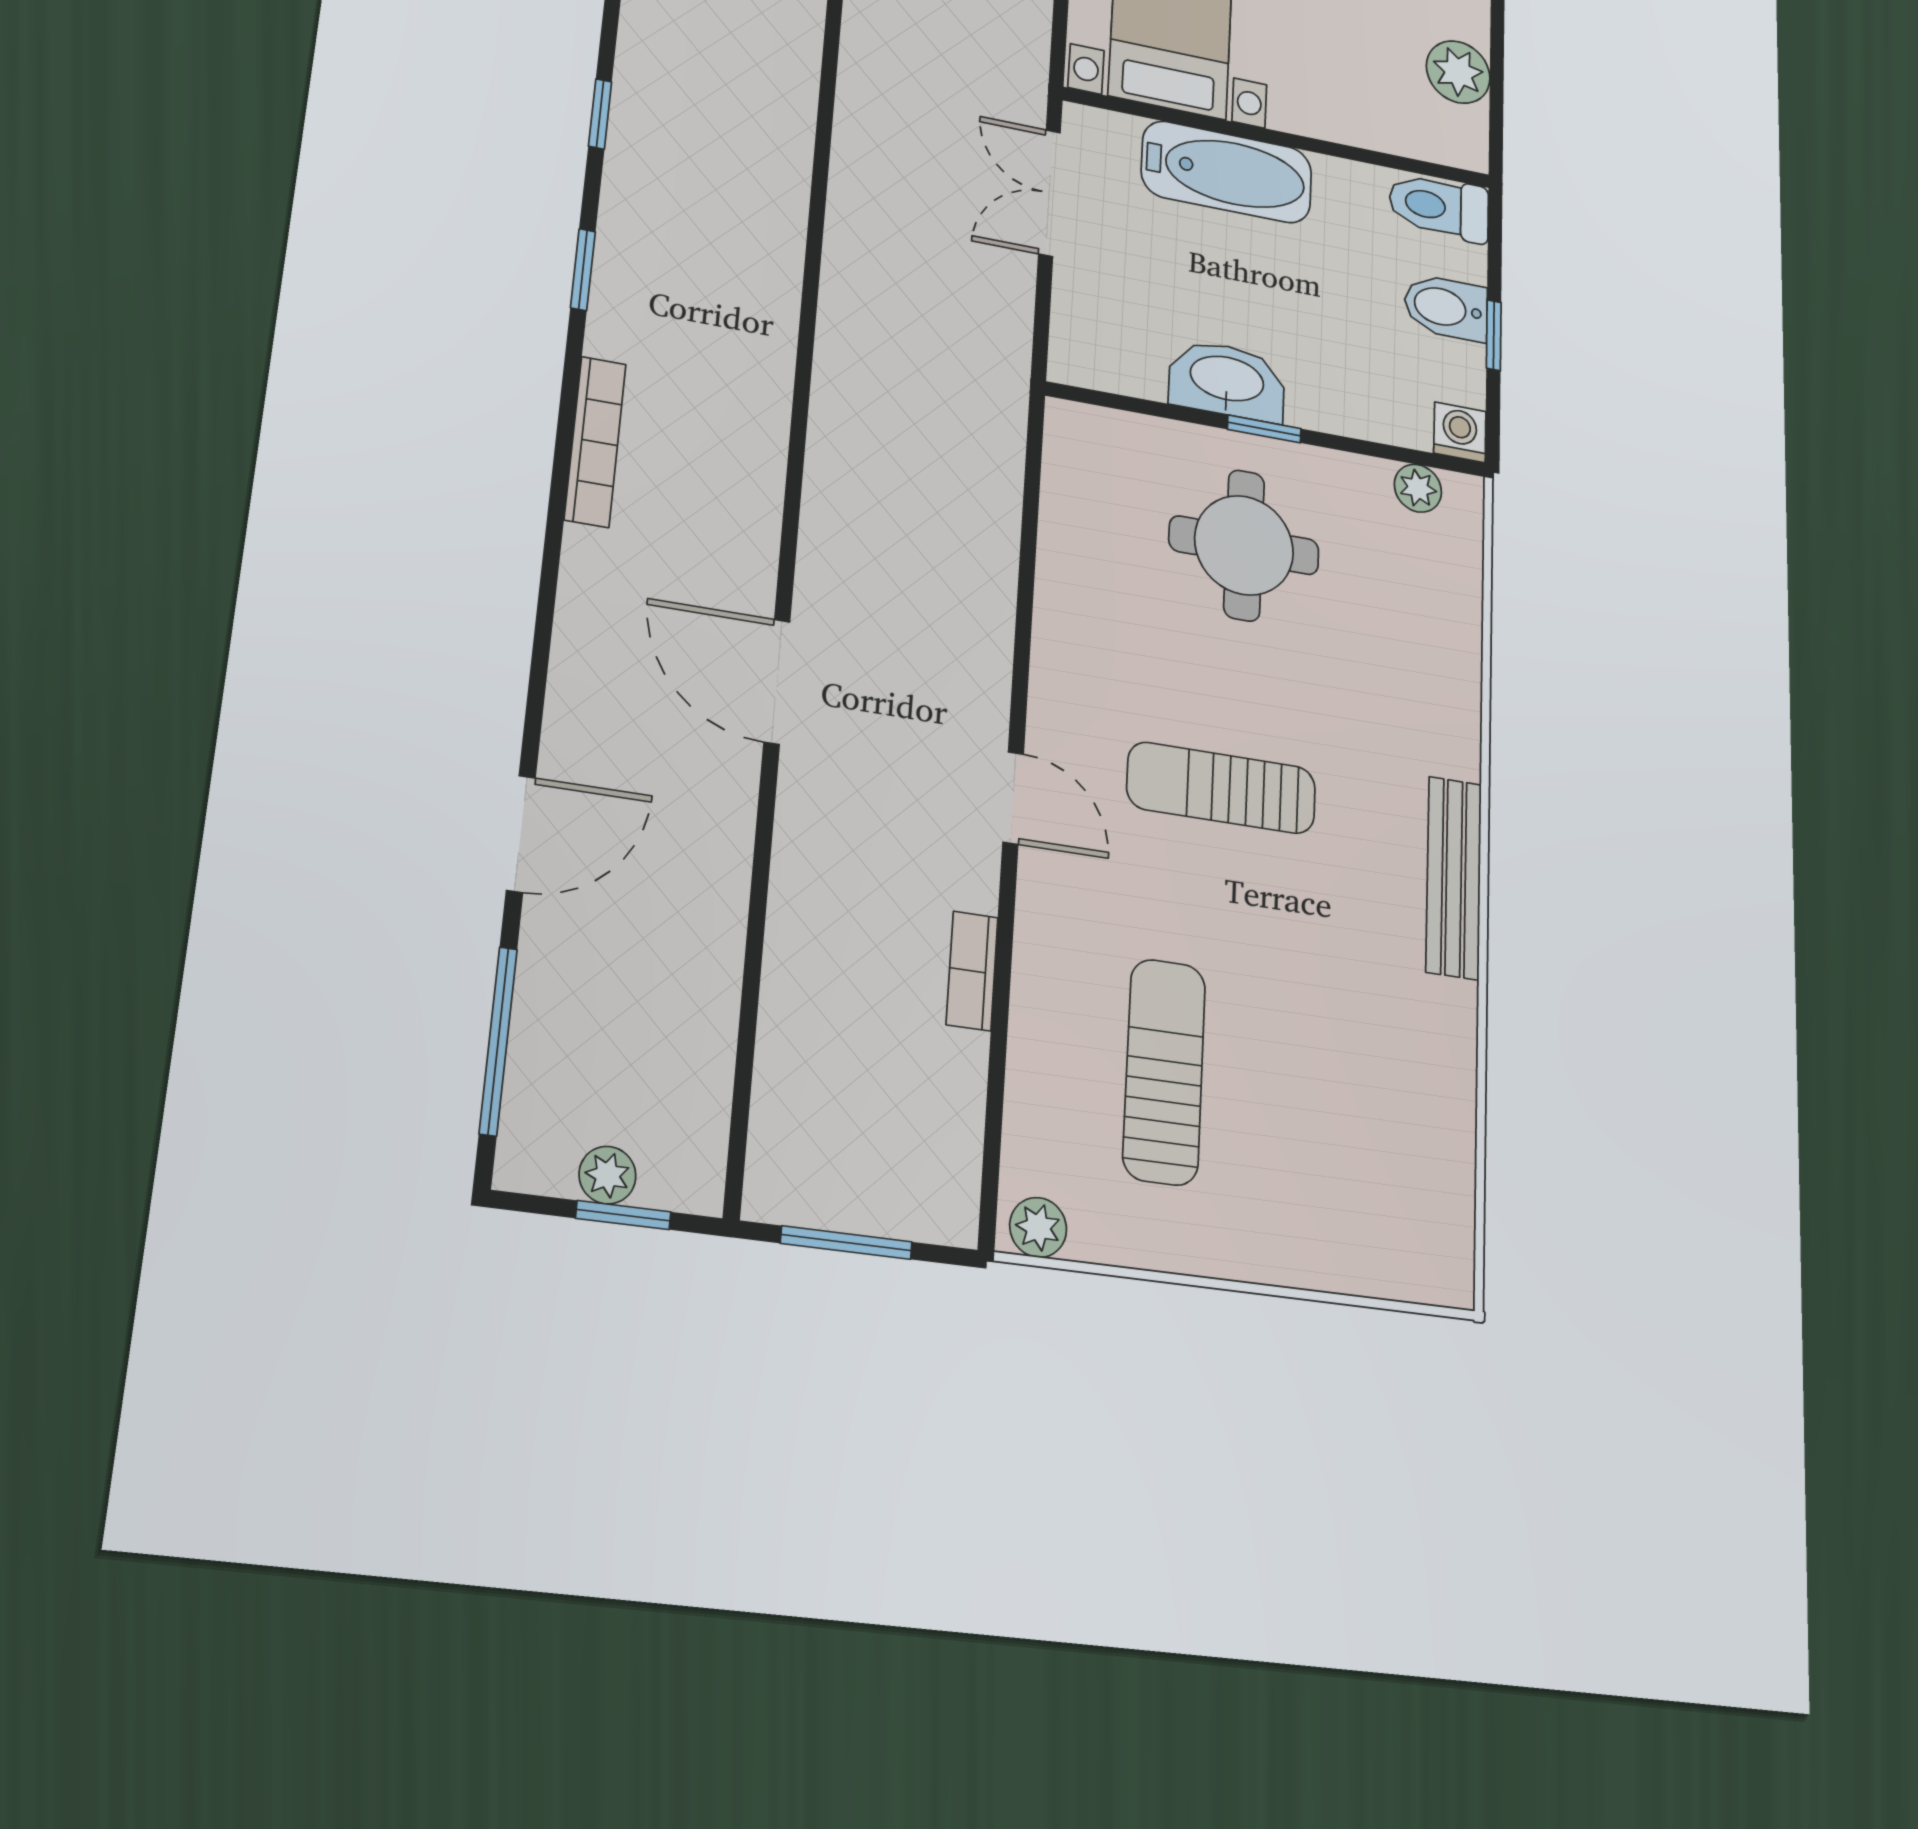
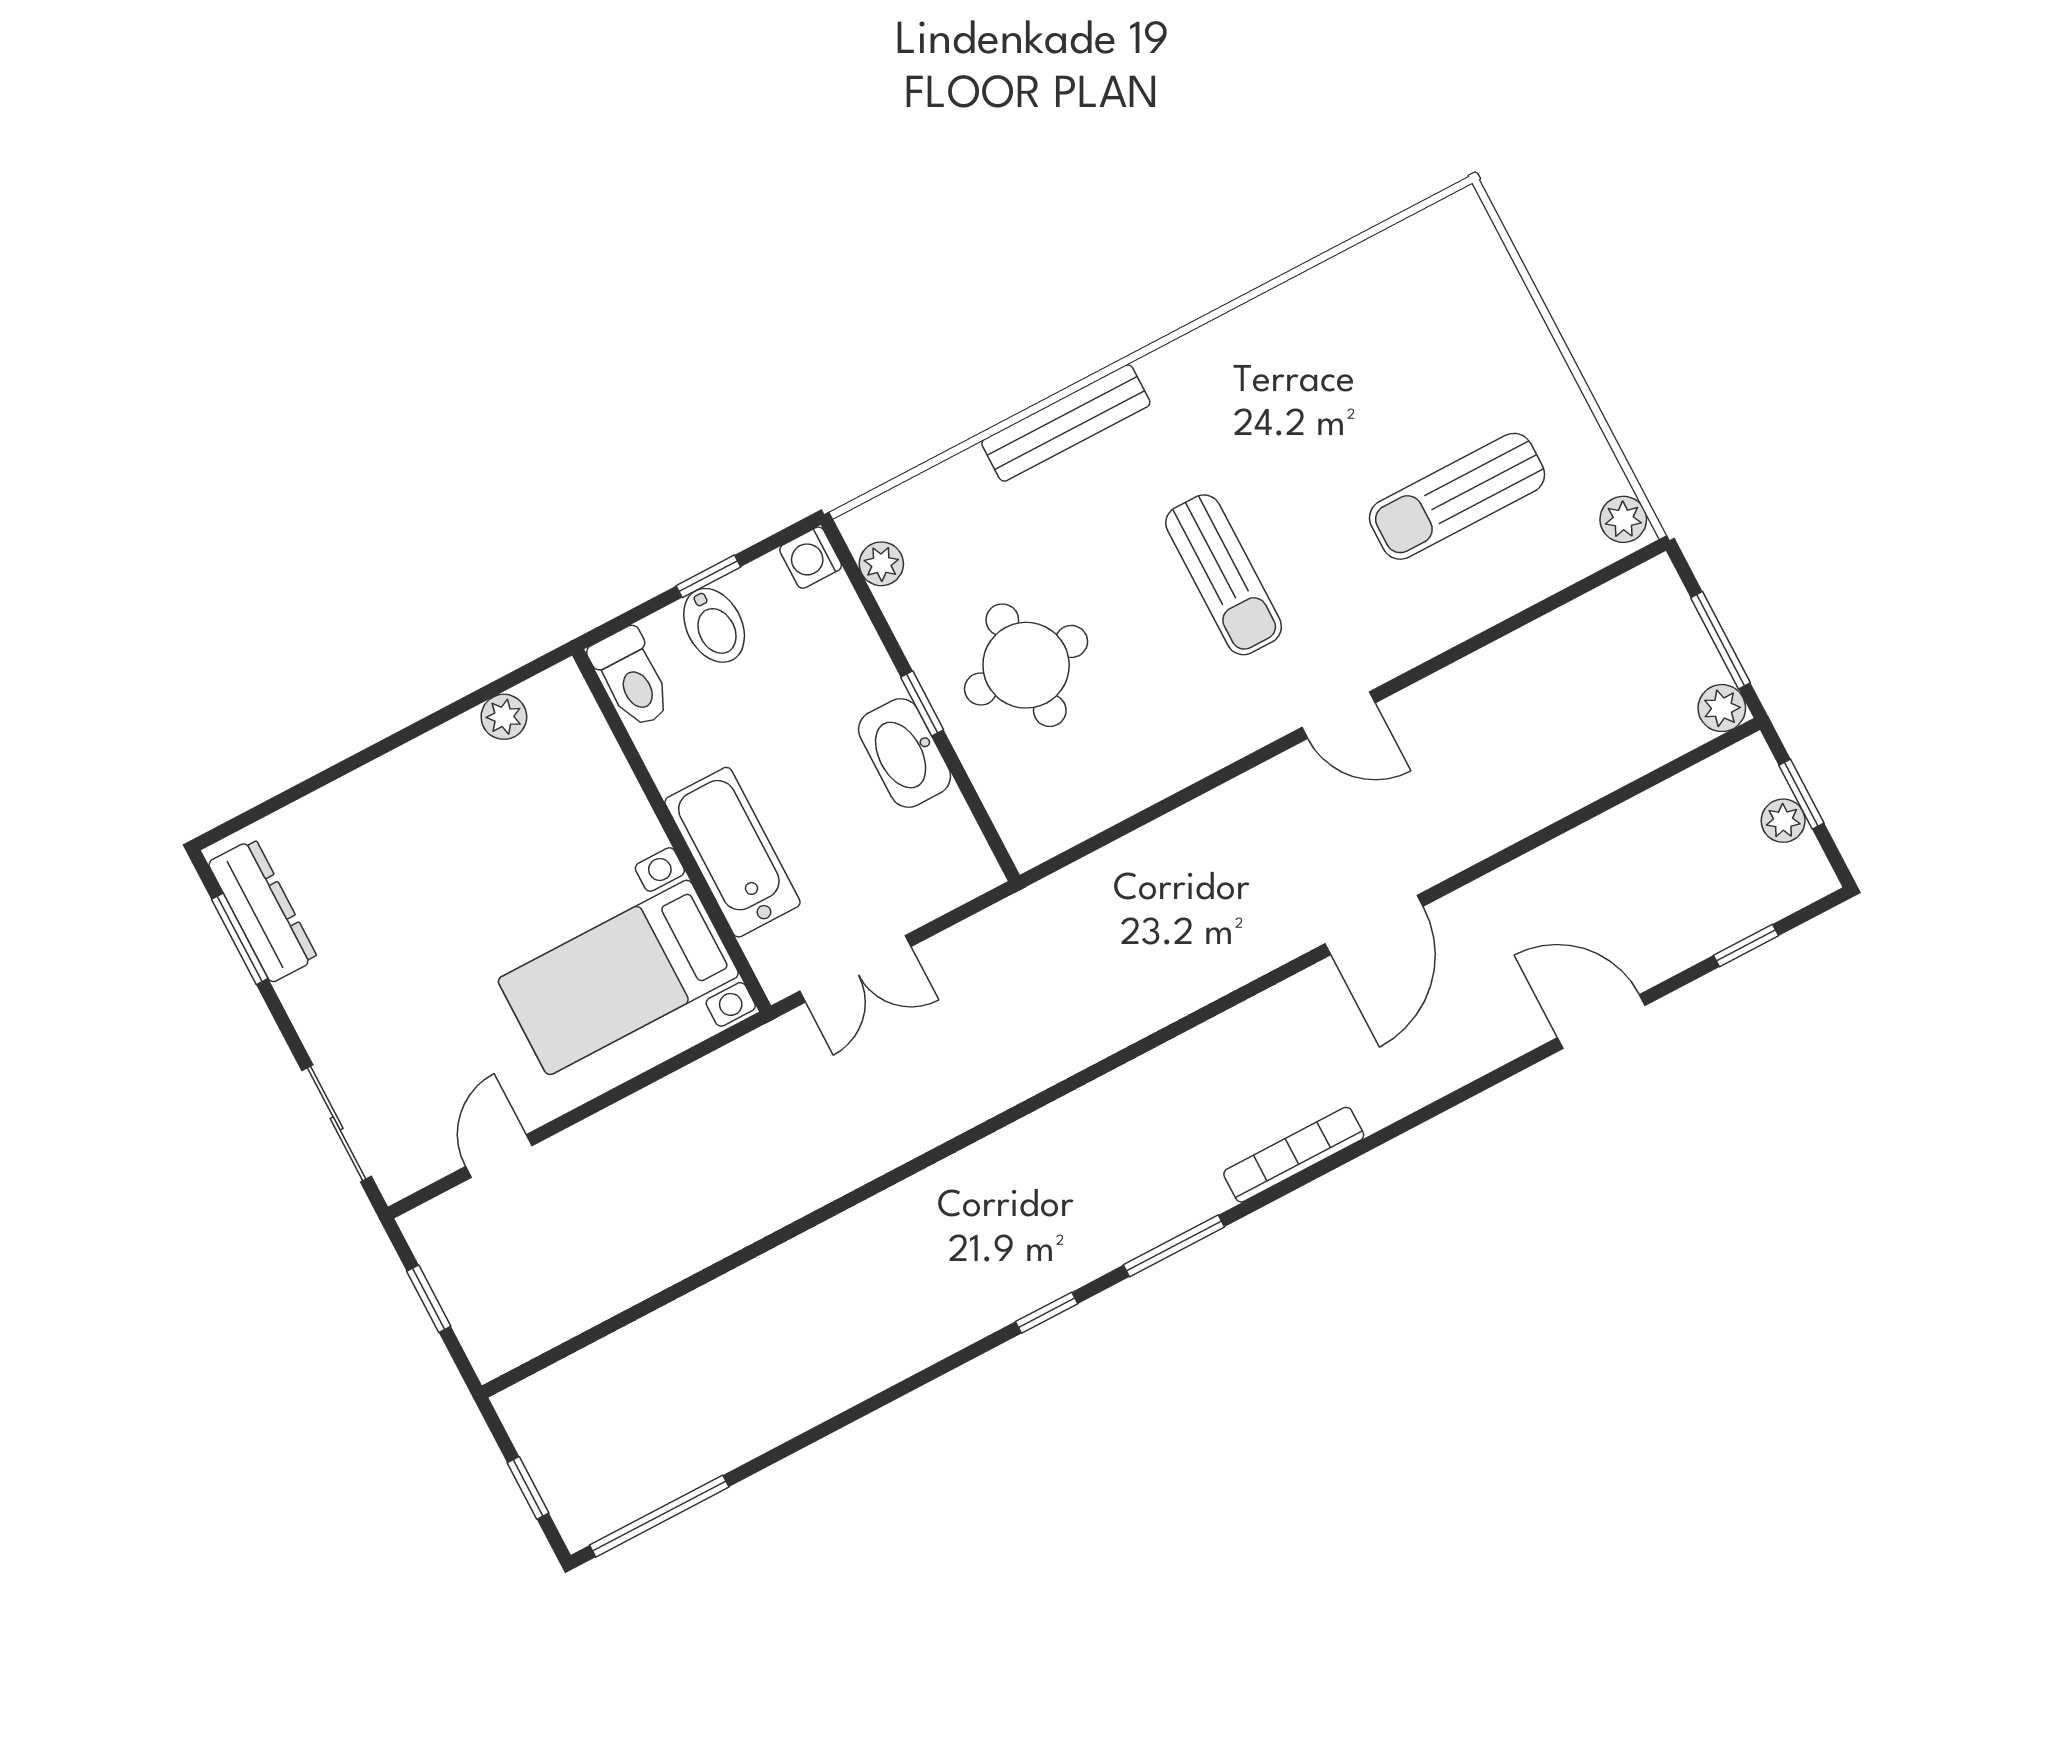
plant: (1458, 72) -> (504, 717), width x0.73, depth x0.73
window: (583, 270) -> (1174, 1246), width x1.50
door: (1013, 798) -> (1338, 715), swing flipped
bench: (1454, 878) -> (1066, 423), moved
bookcase: (972, 971) -> (1481, 669), removed
window: (498, 1041) -> (1746, 945), width x0.46
plant: (773, 1193) -> (1722, 708), added

